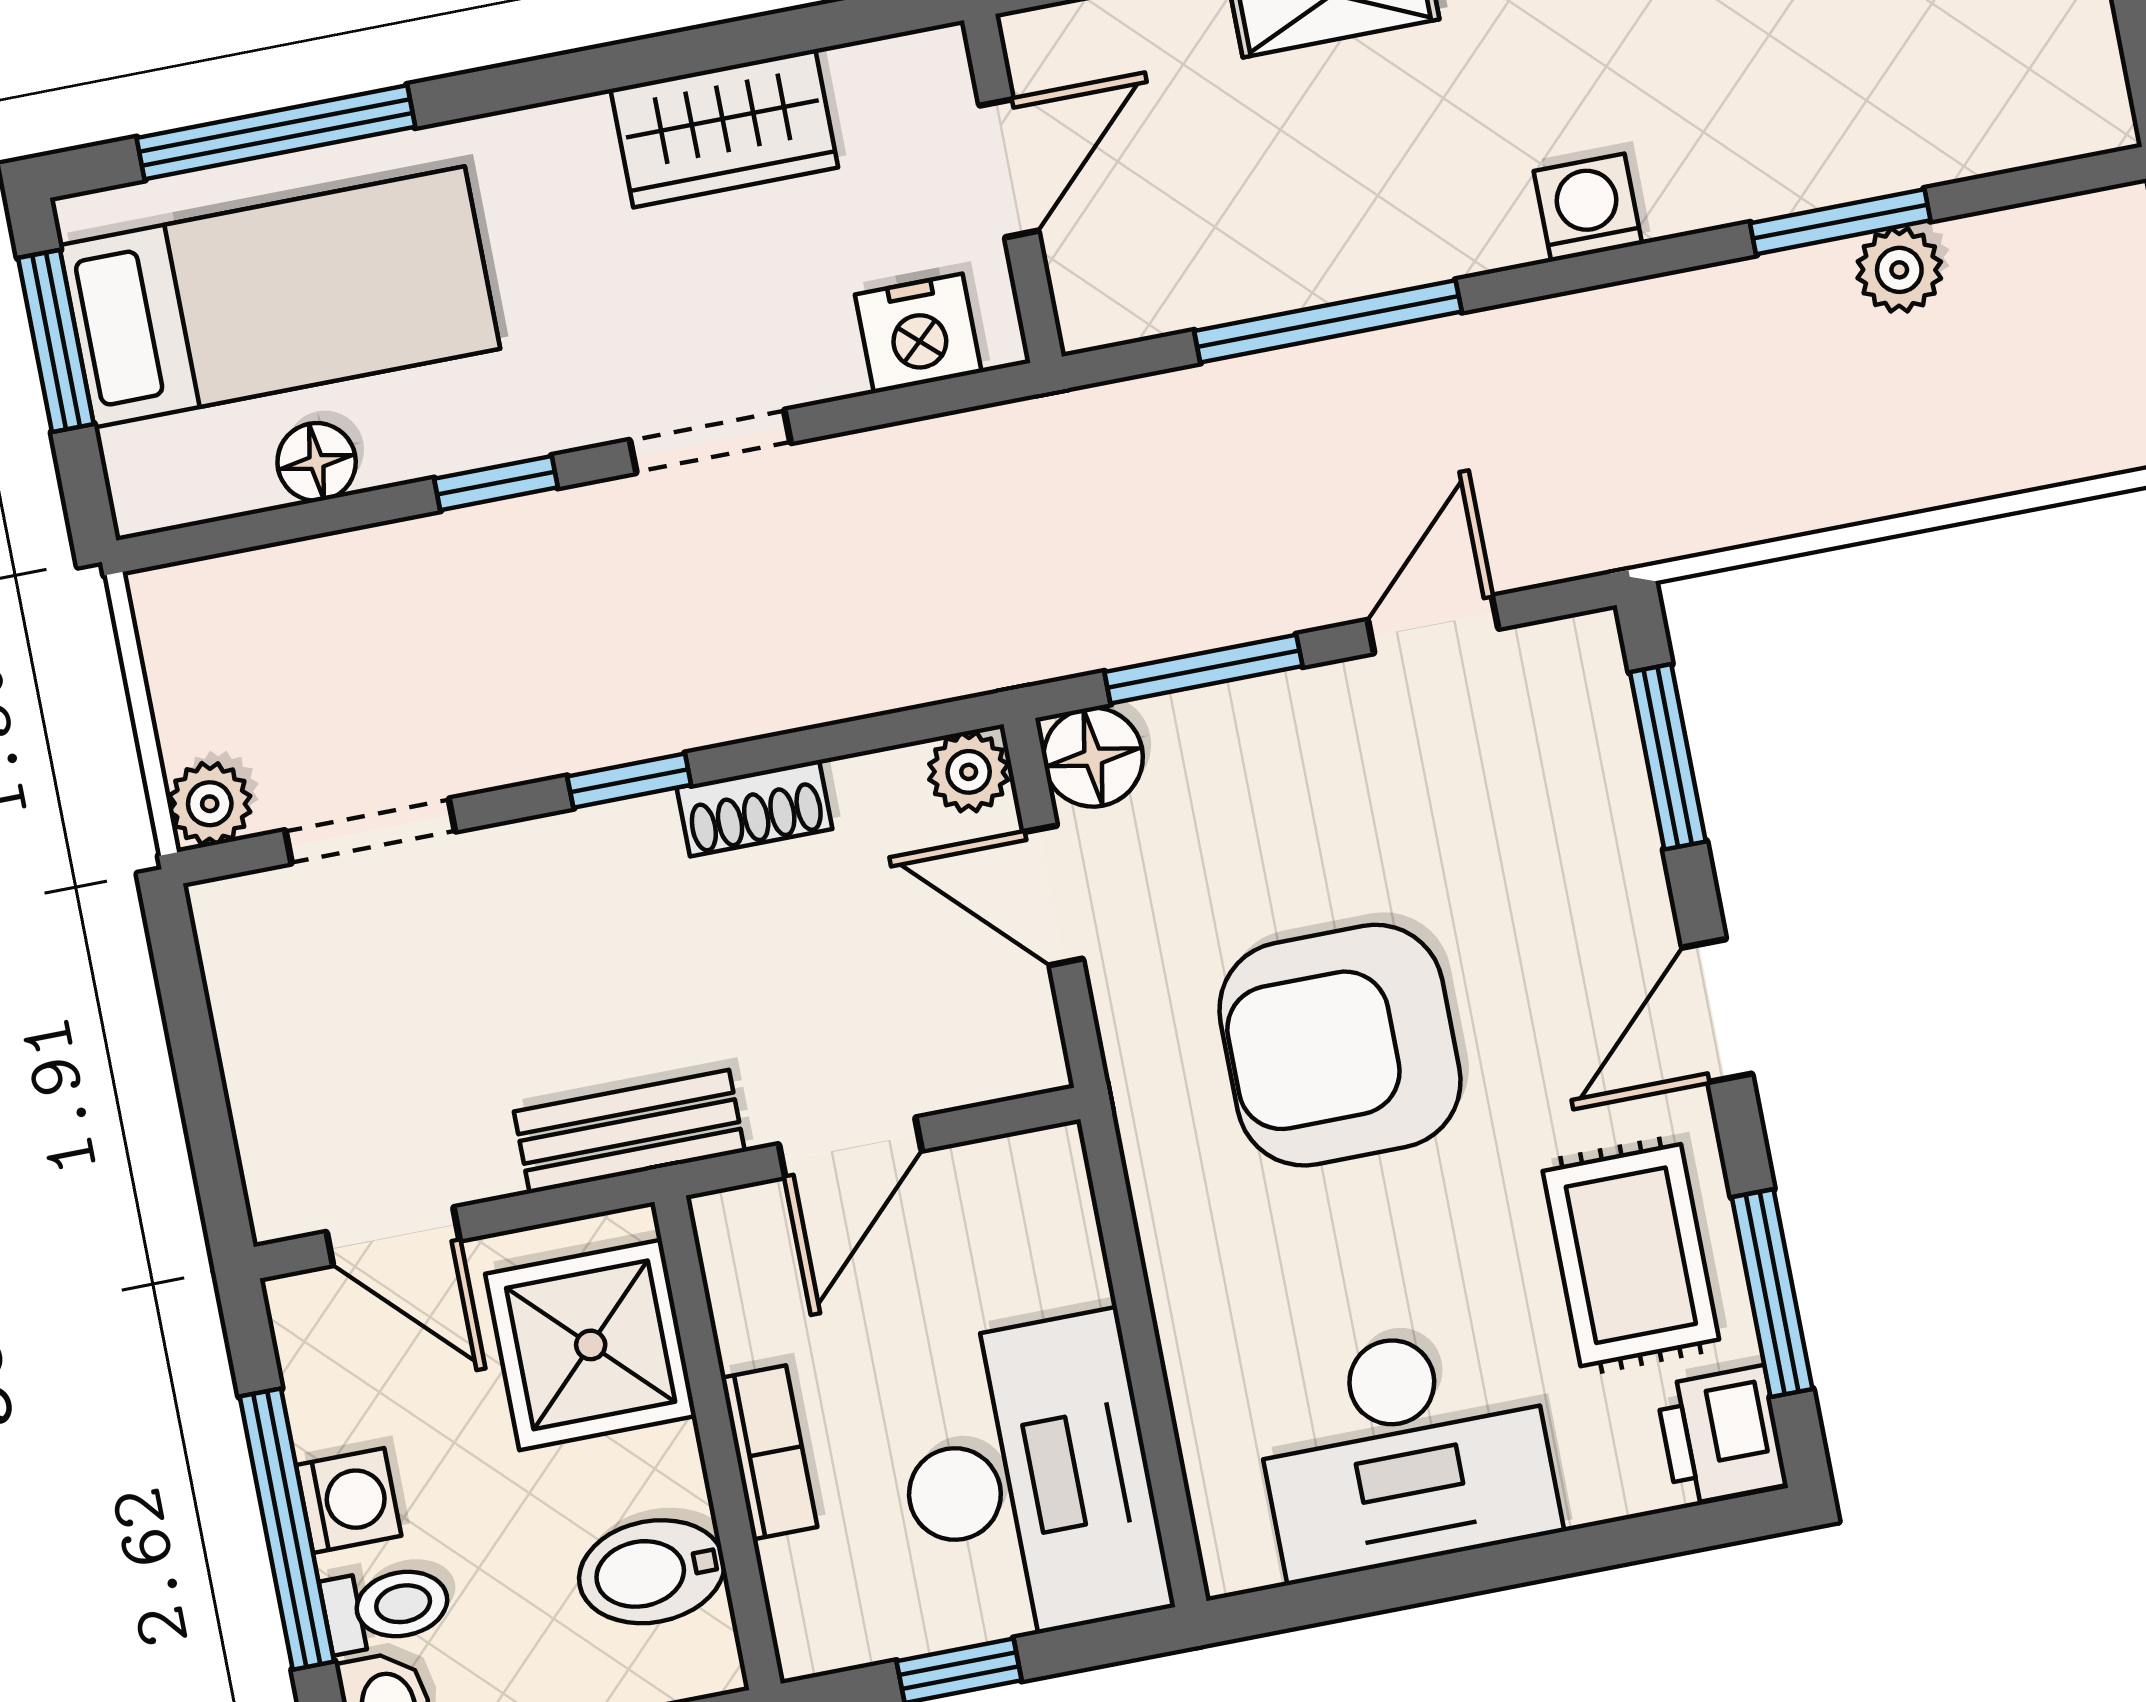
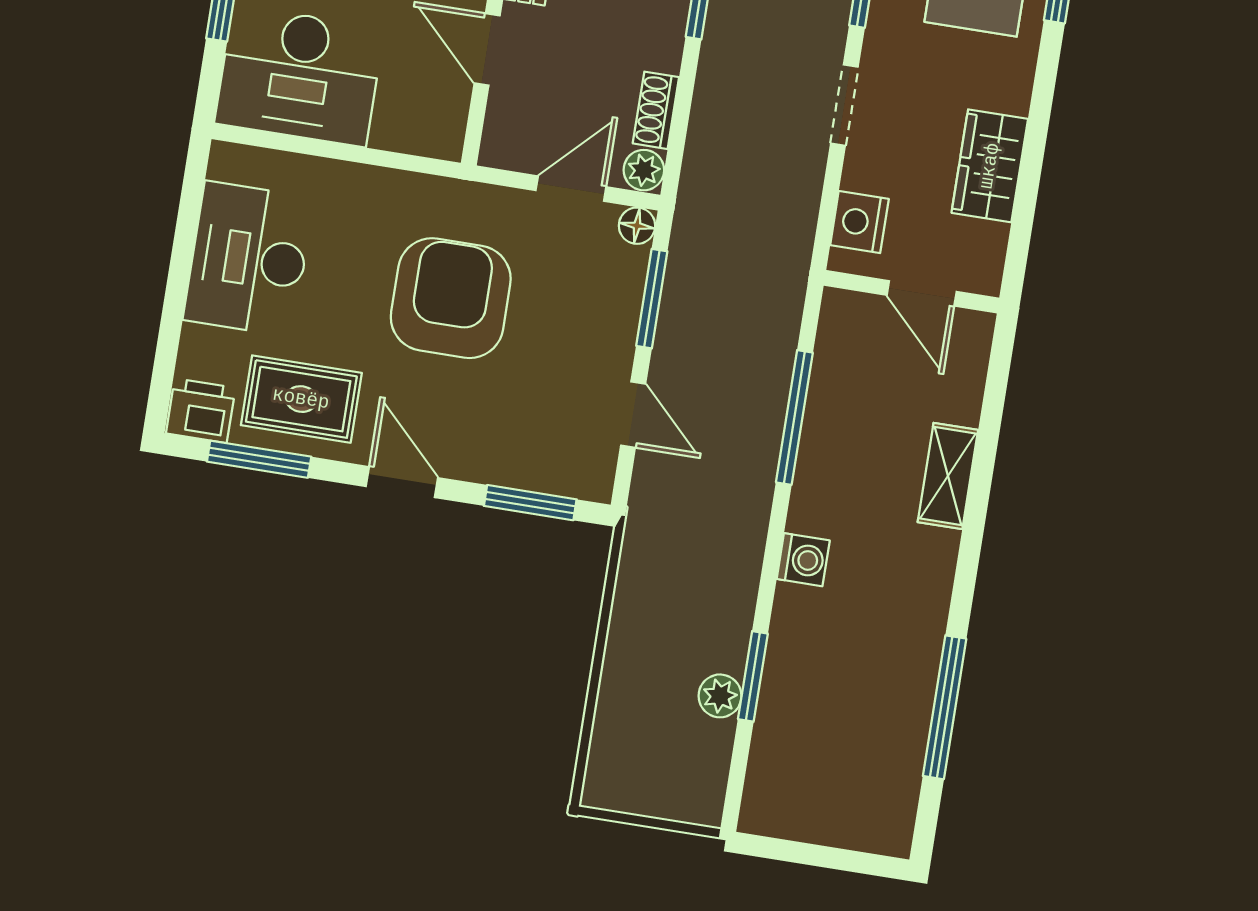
floor lamp: (1093, 757) -> (637, 226), width x0.73, depth x0.73
shoe rack: (754, 808) -> (656, 110), moved

